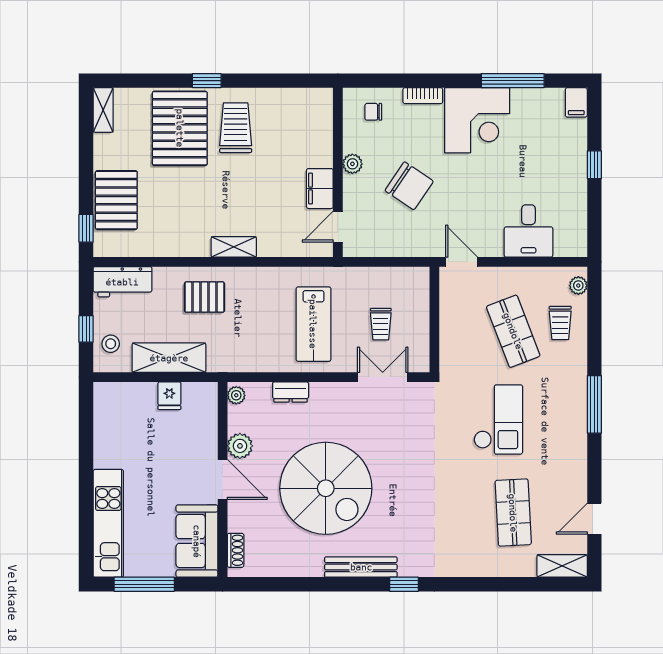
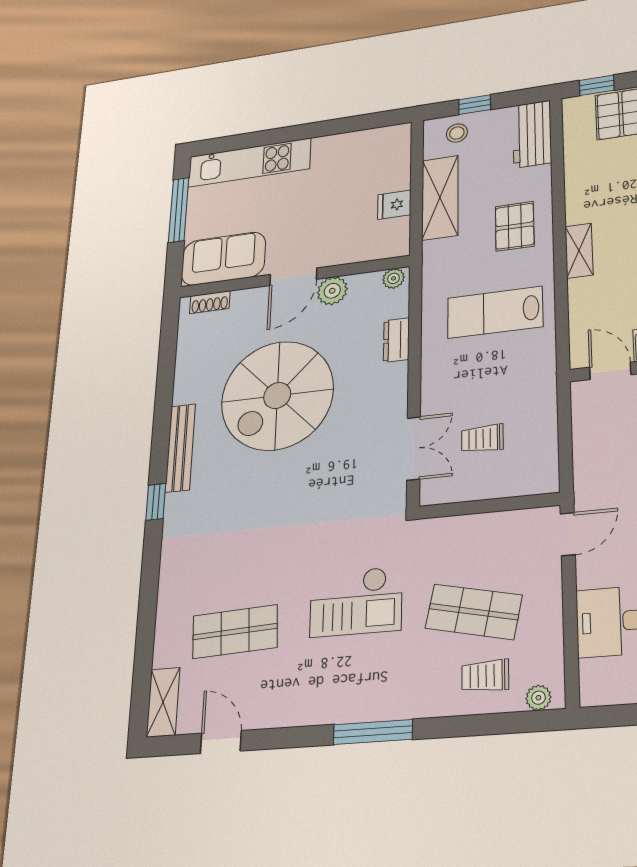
lab bench: (313, 324) -> (495, 312), moved
shop shelf: (513, 331) -> (474, 612), turned 33

